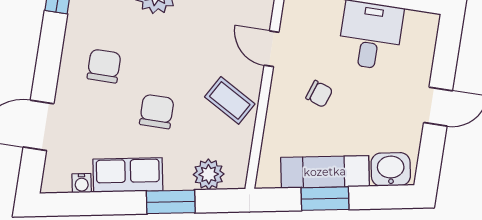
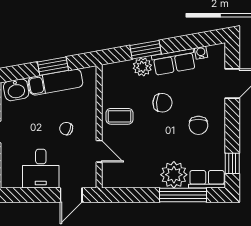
coffee table: (230, 100) -> (119, 116), turned -30
chair: (157, 112) -> (162, 103), turned -86
plant: (209, 174) -> (142, 67), moved

